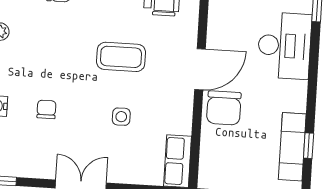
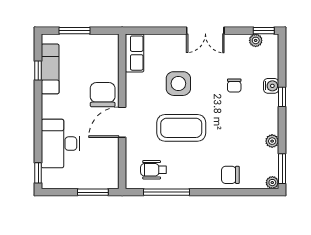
coffee table: (121, 57) -> (181, 128), width x1.36, depth x1.32
side table: (121, 117) -> (178, 84), width x1.87, depth x1.87
plant: (14, 168) -> (256, 40), added

